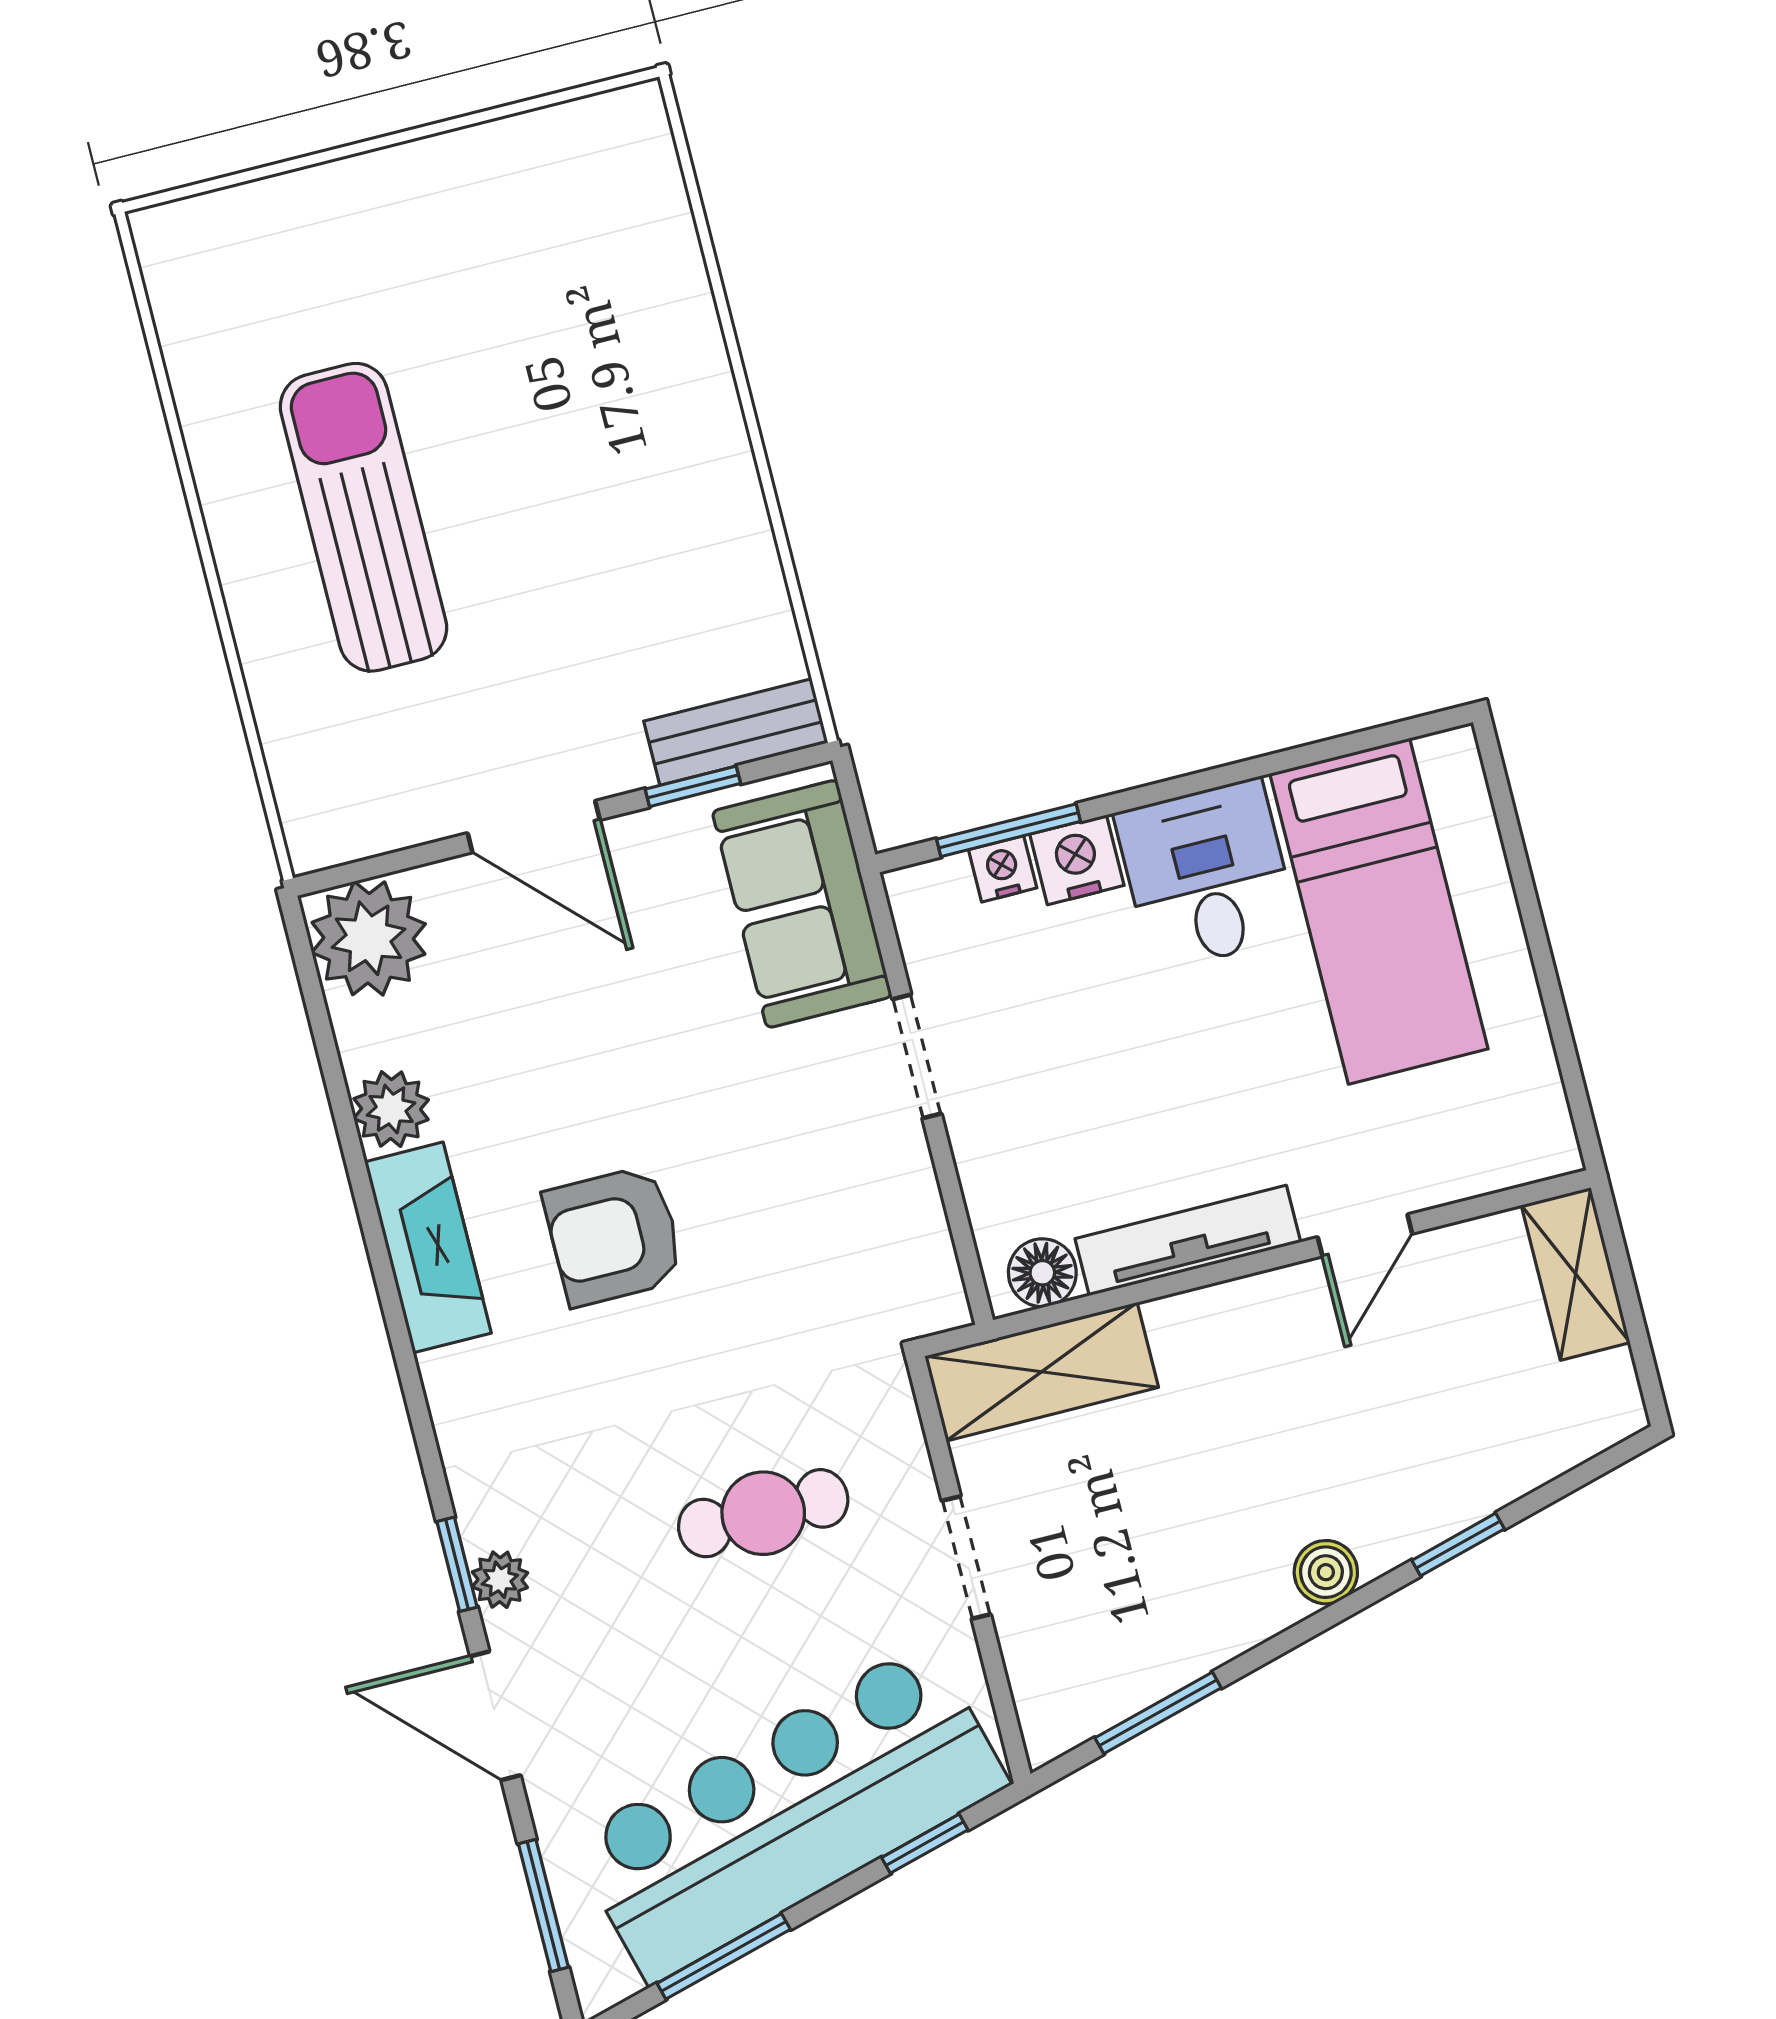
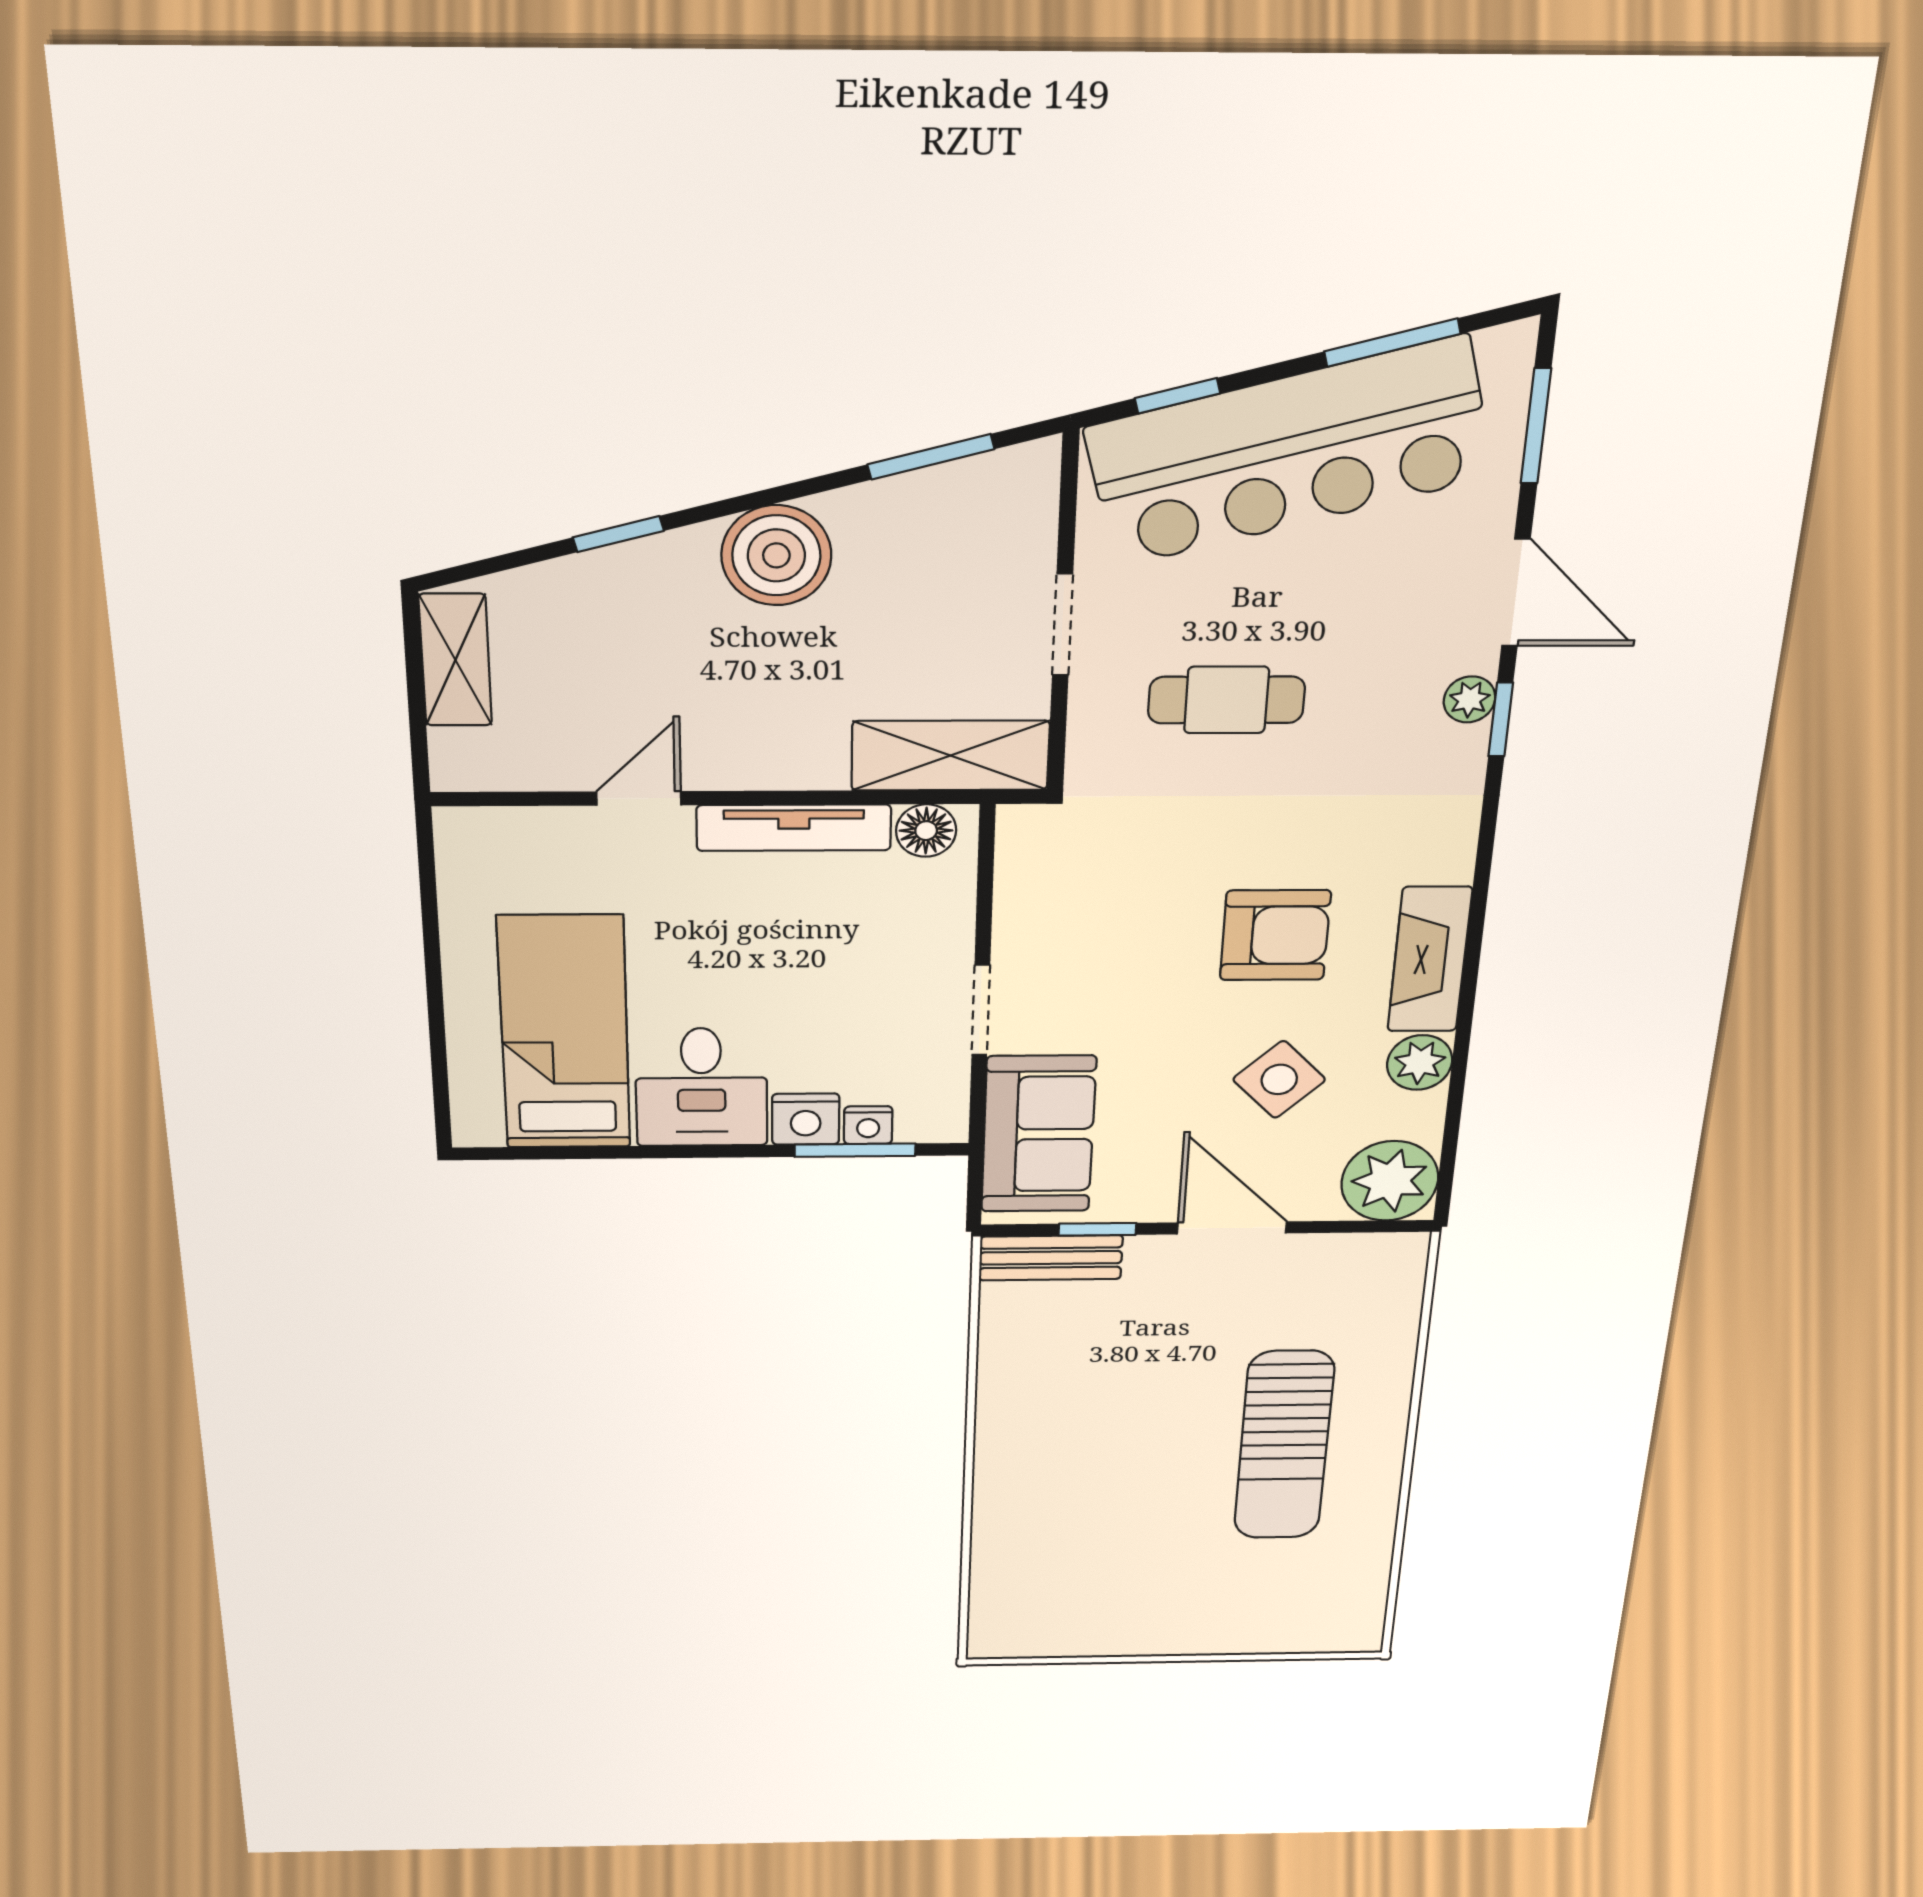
side table: (546, 1047) -> (1279, 1079), added
shelving: (1576, 1274) -> (455, 660), moved
boiler: (1326, 1572) -> (776, 555), width x1.86, depth x1.86

